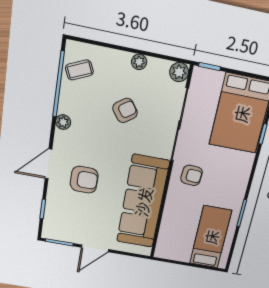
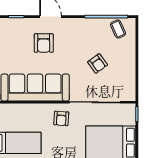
plant: (139, 62) -> (131, 67), removed
plant: (179, 72) -> (129, 95), removed
plant: (63, 122) -> (82, 23), removed

